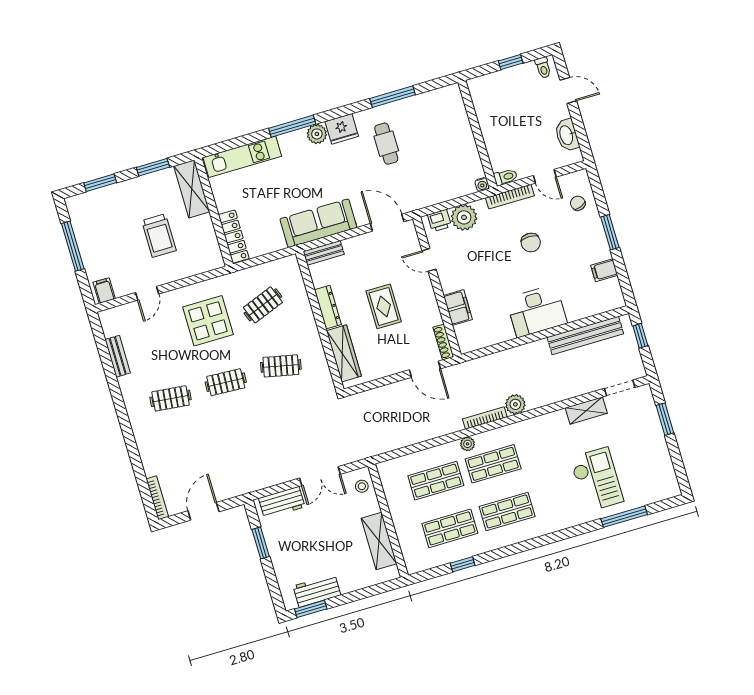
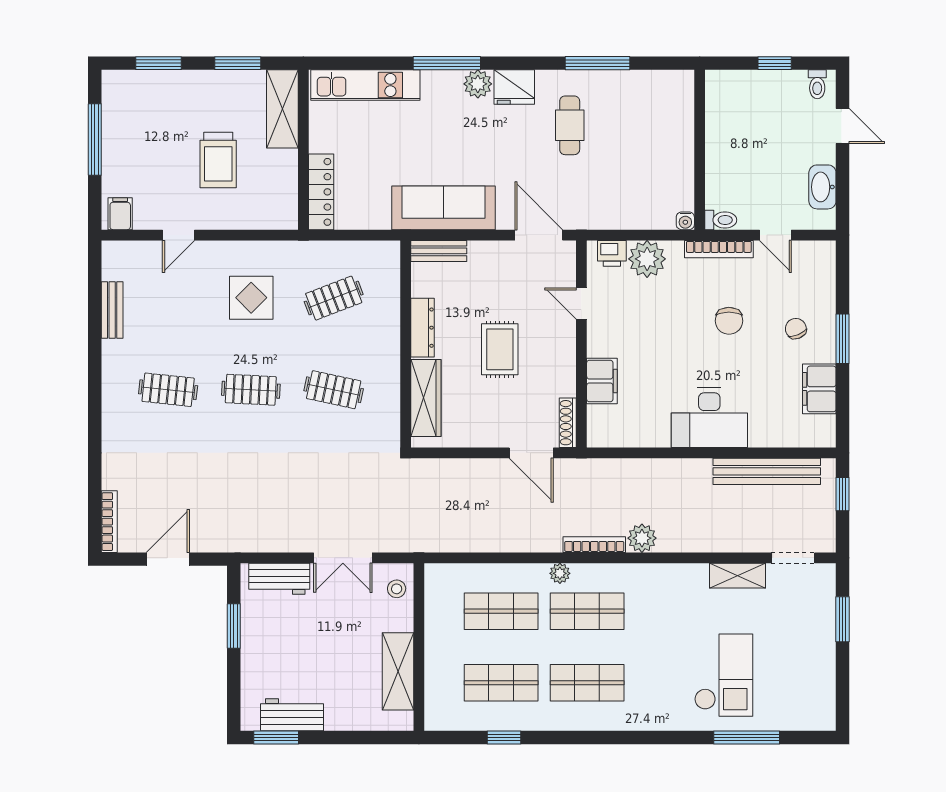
chair: (578, 203) -> (796, 329), moved
filing cabinet: (604, 270) -> (819, 389), width x2.00
display table: (208, 321) -> (251, 298), width x0.73, depth x0.73

